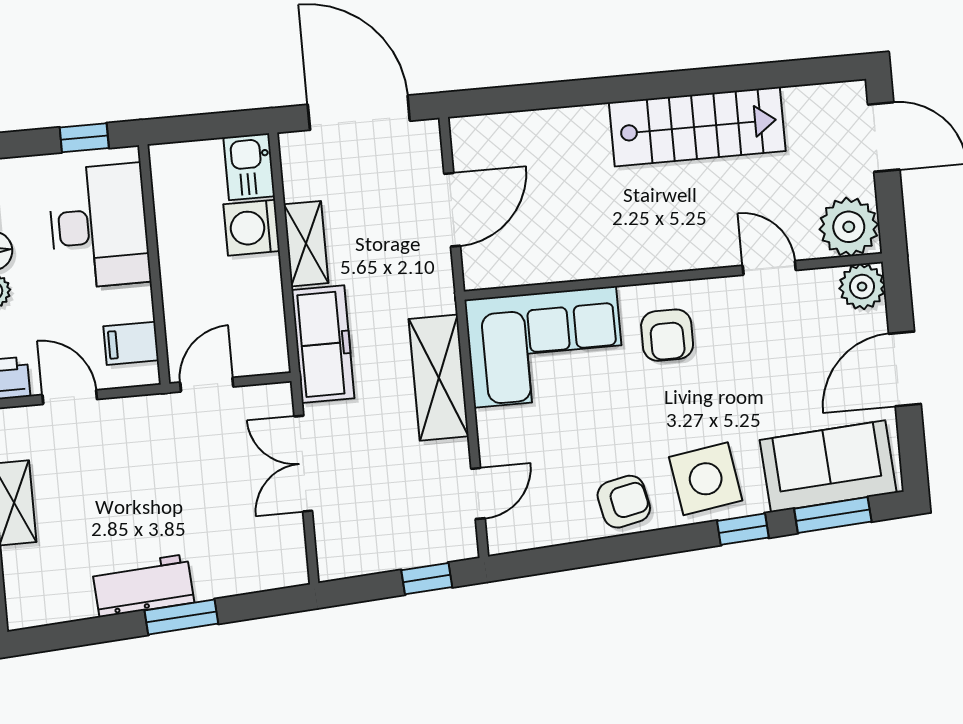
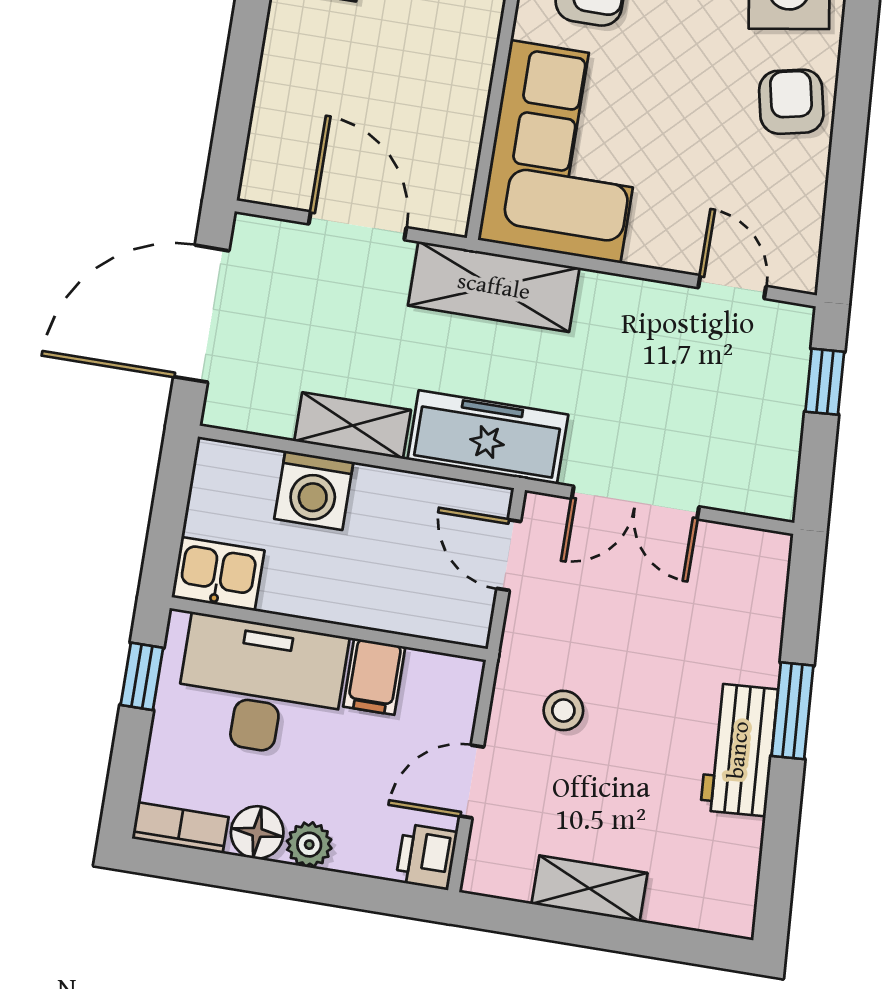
kitchen sink: (249, 167) -> (218, 574), moved, turned 180
filing cabinet: (131, 343) -> (374, 677), moved
shelving: (439, 378) -> (494, 287), moved
door: (207, 385) -> (509, 555), moved
stool: (139, 450) -> (563, 710), added

